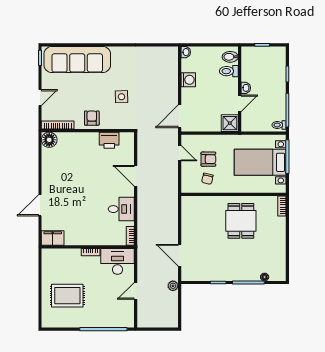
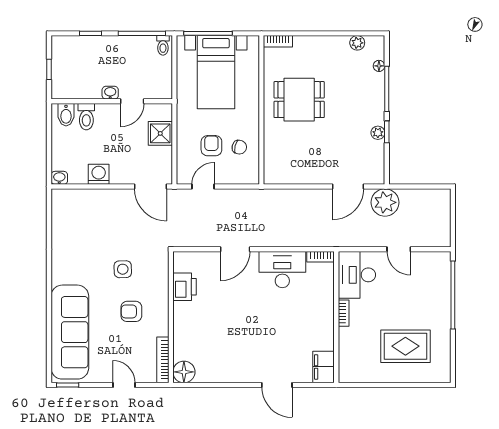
door: (240, 103) -> (132, 101), swing flipped
armchair: (92, 118) -> (131, 311), moved
shower: (230, 123) -> (160, 133), moved
desk: (121, 209) -> (282, 270), width x1.37
plant: (281, 262) -> (357, 43), added
plant: (217, 276) -> (378, 133), added
plant: (173, 286) -> (385, 202), width x1.87, depth x1.87
rug: (67, 296) -> (405, 346), turned 90

